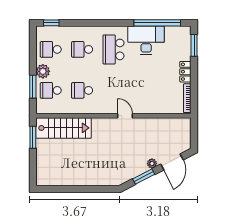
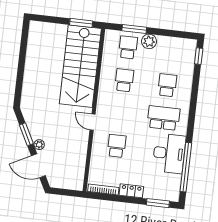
school desk: (51, 49) -> (117, 146), moved
door: (125, 116) -> (93, 122), swing flipped
stairs: (64, 128) -> (80, 66), width x1.36, depth x1.51

